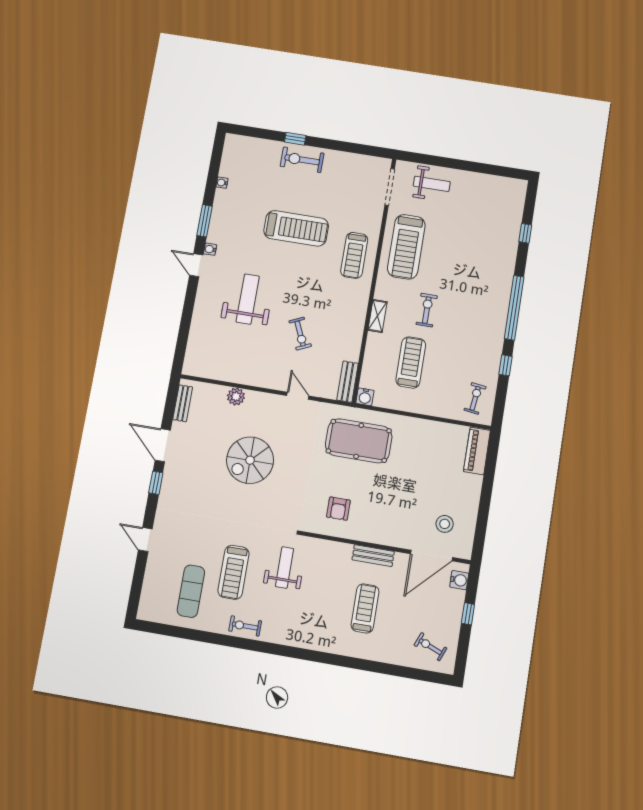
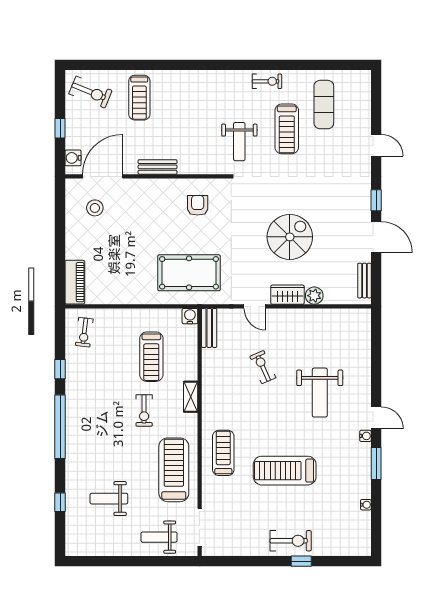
weight bench: (476, 229) -> (109, 499), added
wardrobe: (263, 402) -> (287, 295), added
treadmill: (233, 572) -> (287, 129), turned 180
treadmill: (365, 608) -> (139, 98), moved
exercise bike: (430, 647) -> (90, 92), width x1.38, depth x1.39

